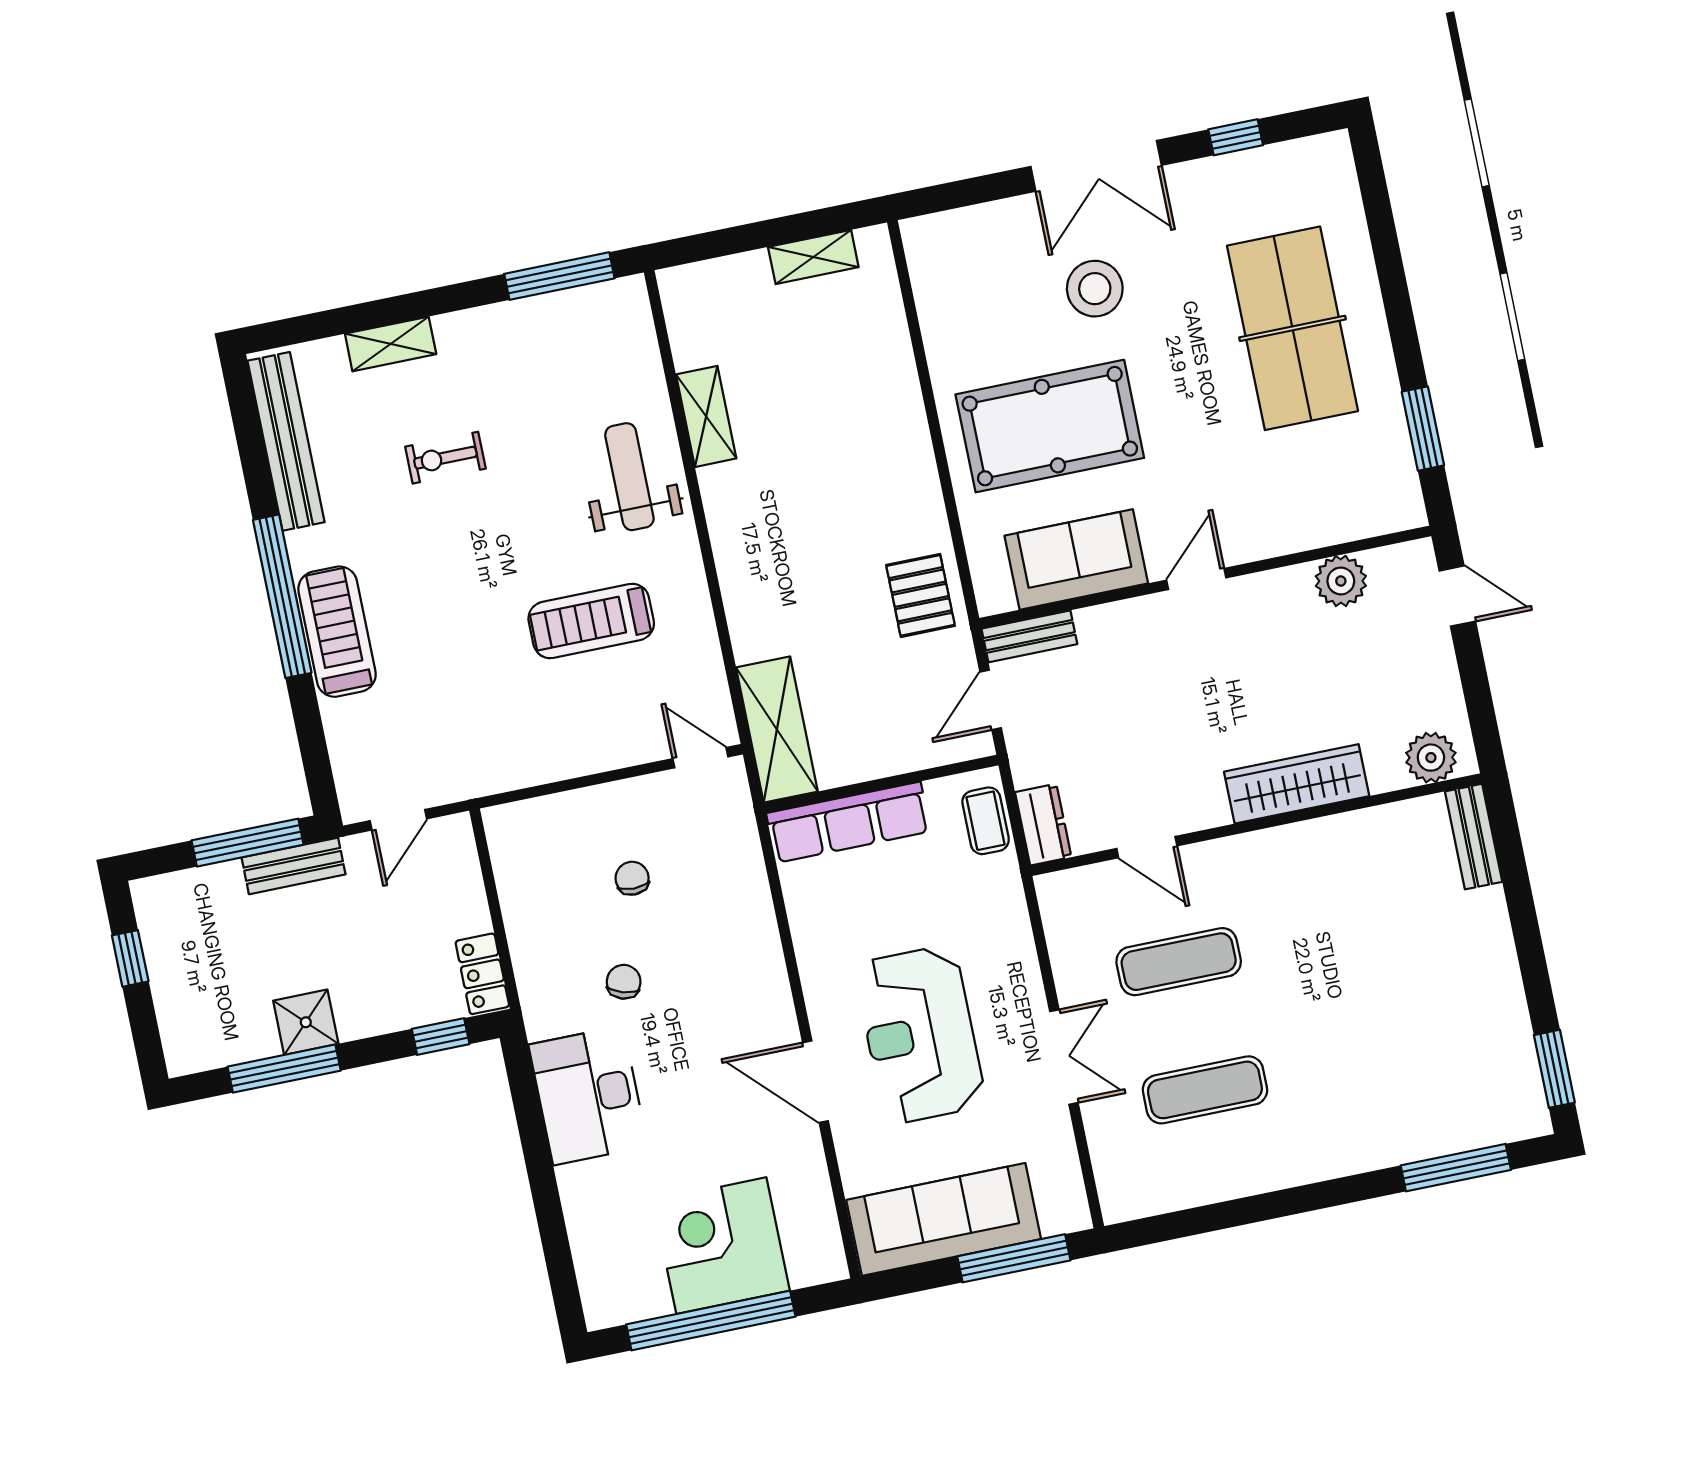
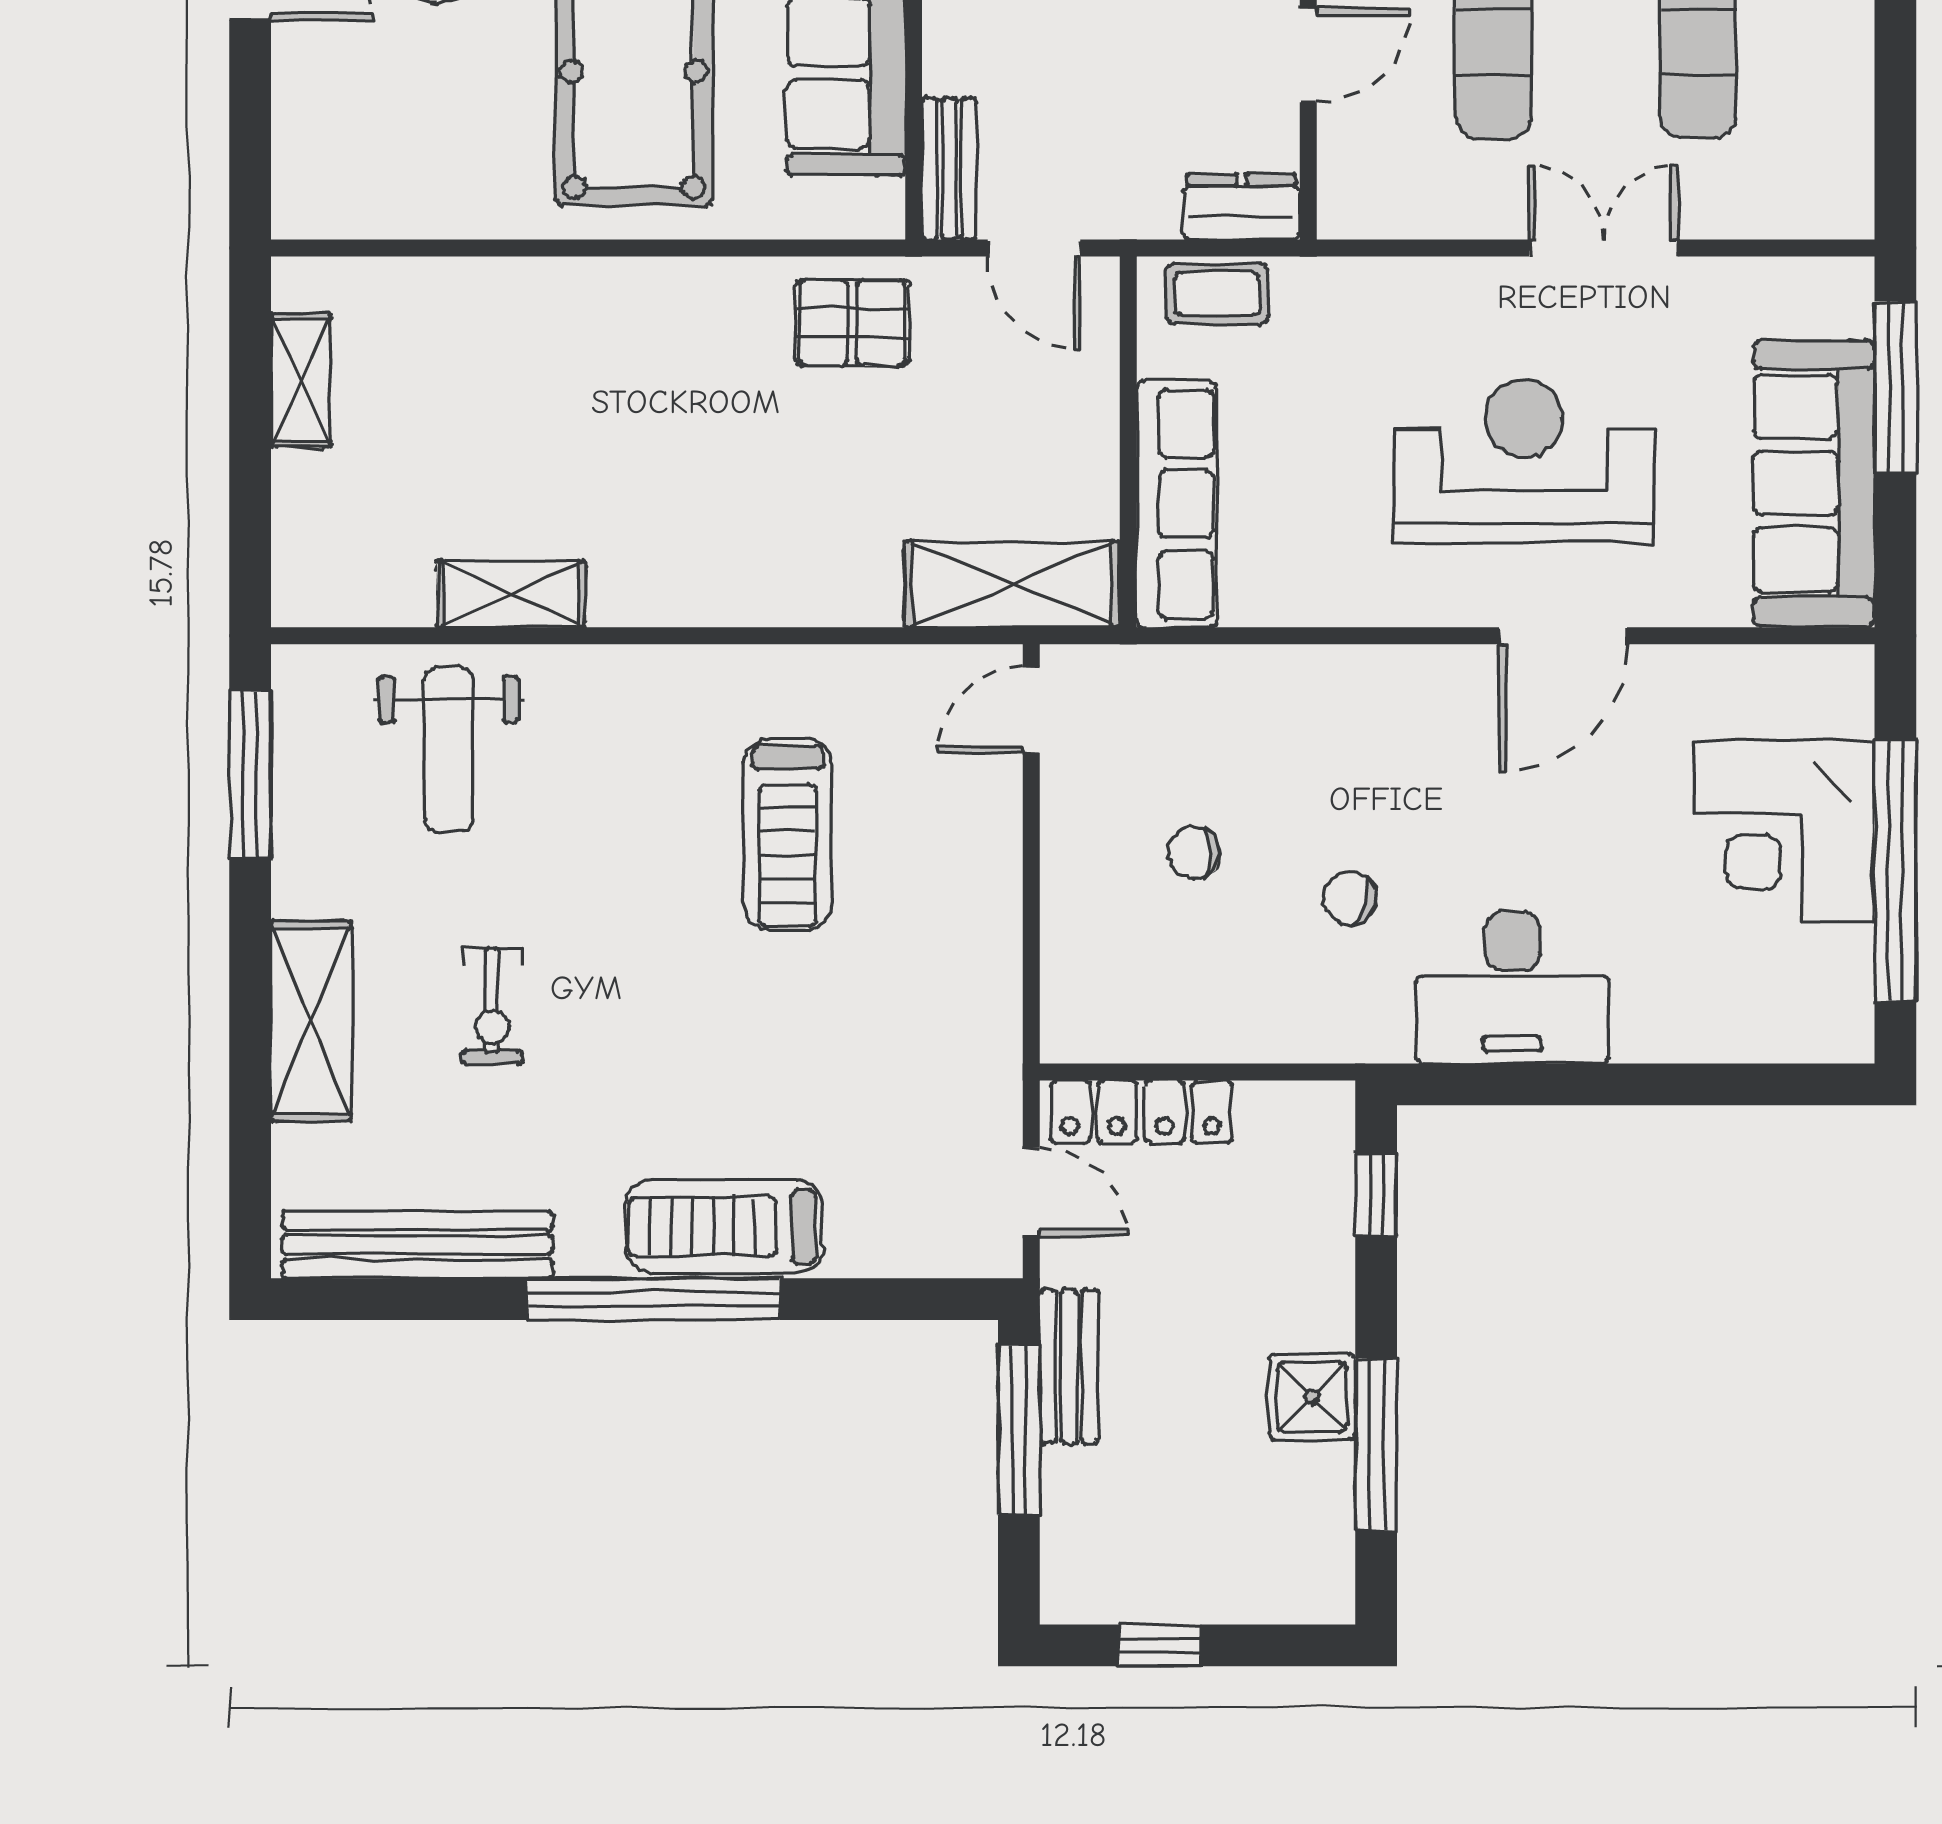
shelving: (391, 344) -> (311, 1021), width x1.50, depth x1.33
weight bench: (629, 477) -> (449, 749), moved, turned -90
locker: (482, 974) -> (1141, 1112), moved, width x1.53
reception desk: (920, 1035) -> (1524, 461), turned 180

